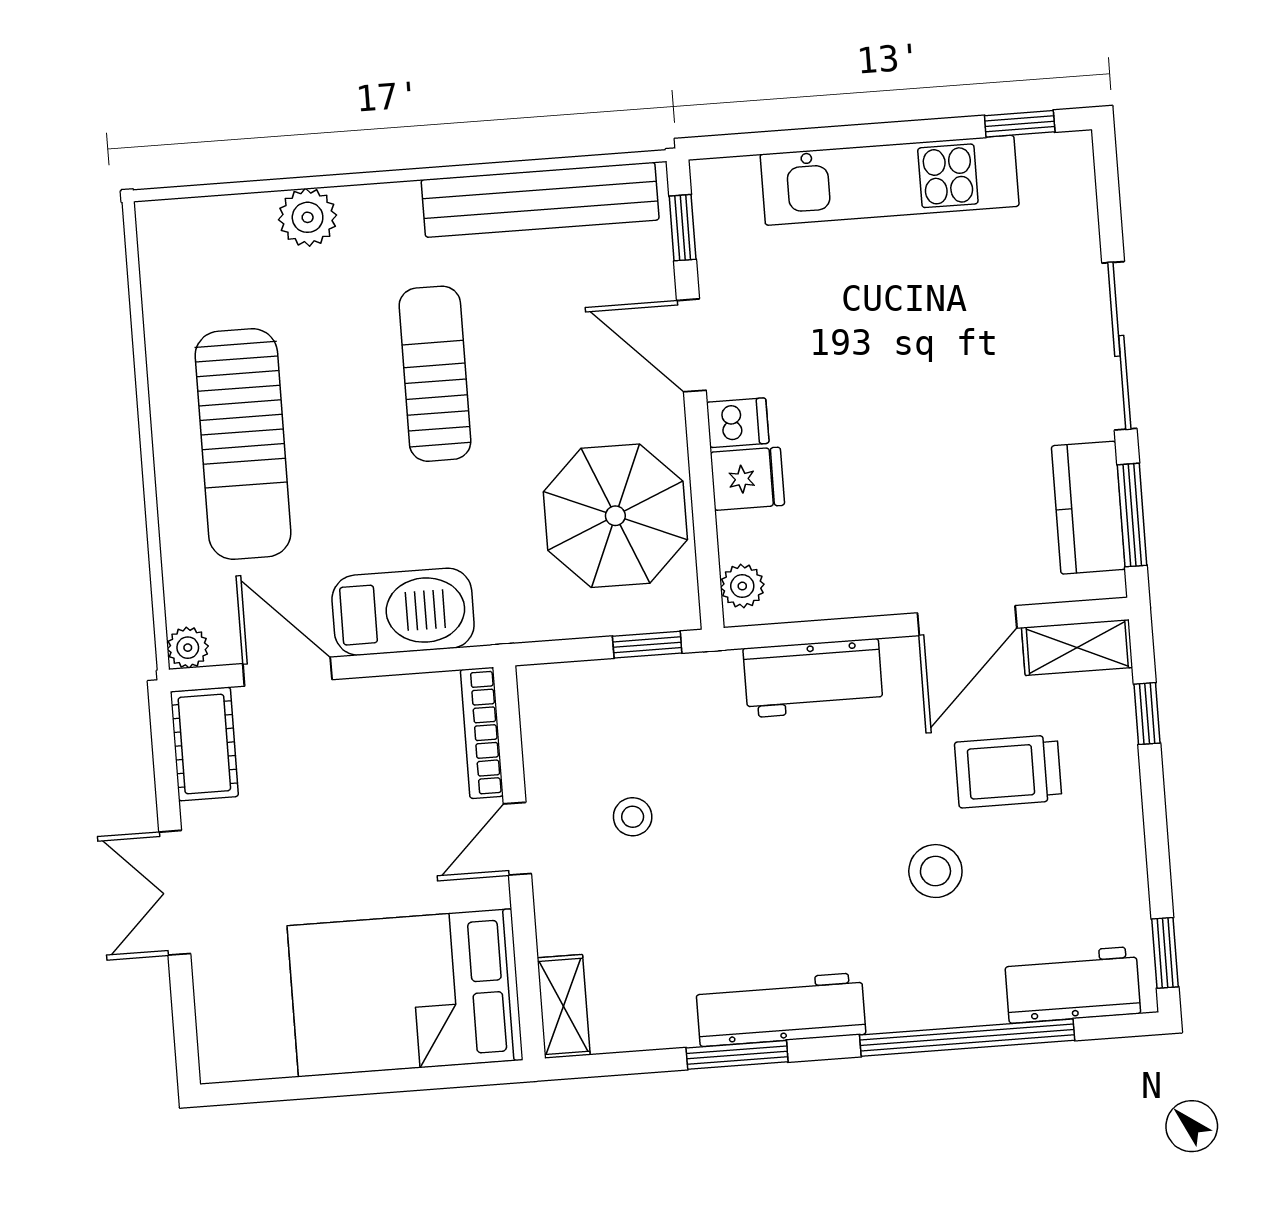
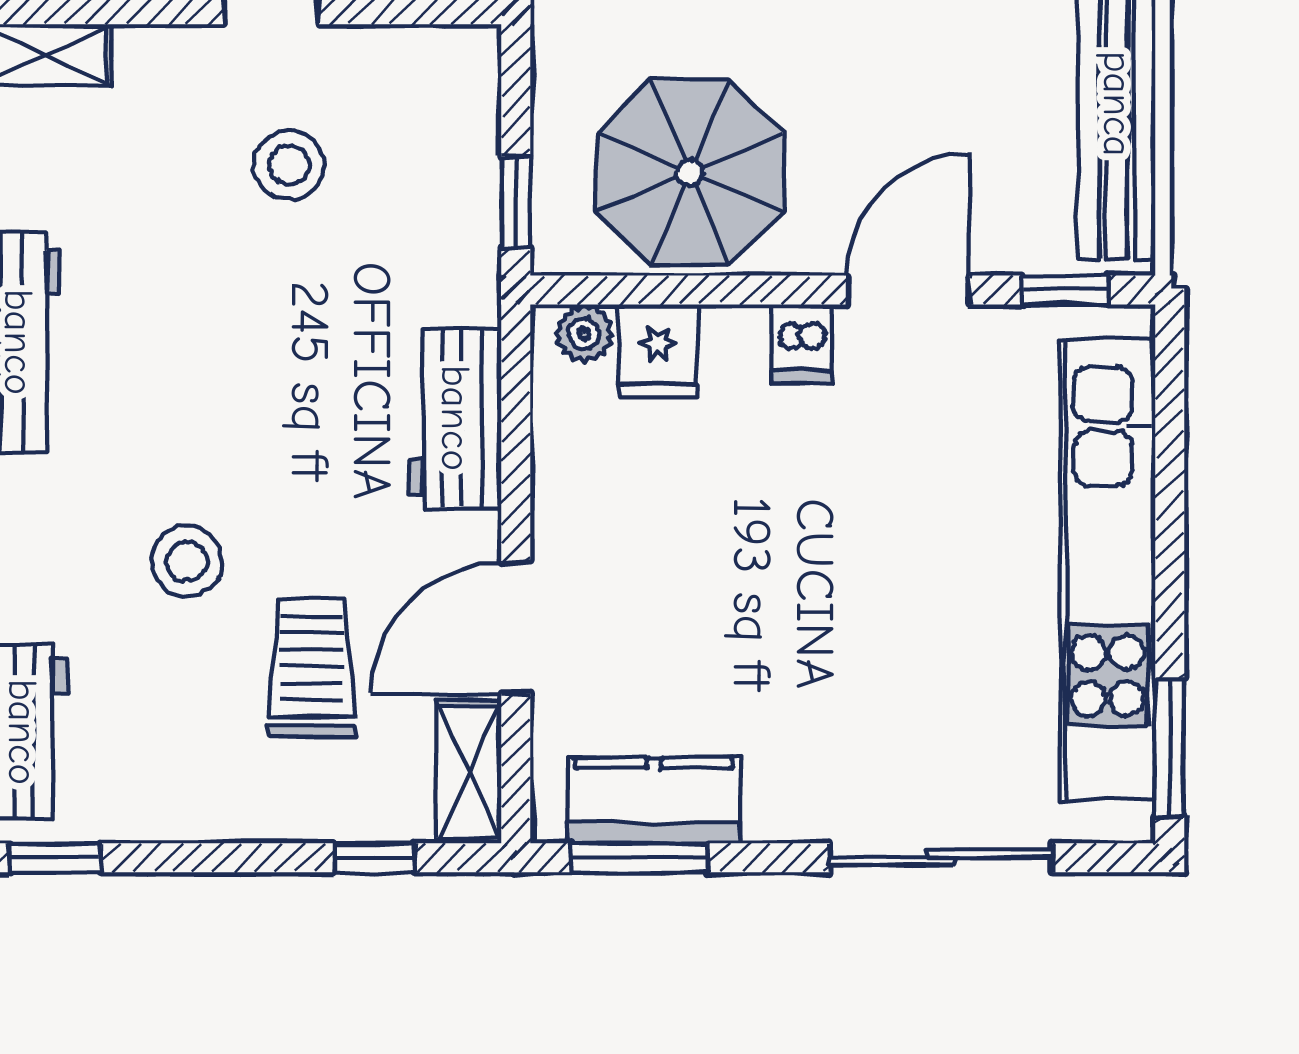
window: (1020, 124) -> (1170, 748), width x1.50
kitchen unit: (890, 180) -> (1108, 569), width x1.36
sliding door: (1119, 346) -> (941, 858), moved
fridge: (747, 479) -> (658, 351), moved
door: (967, 621) -> (516, 628), hinge flipped
stool: (633, 817) -> (289, 165), width x1.37, depth x1.37

